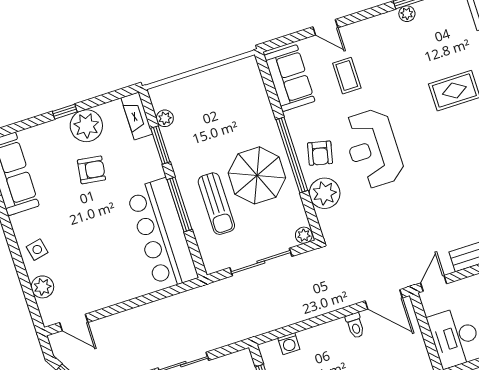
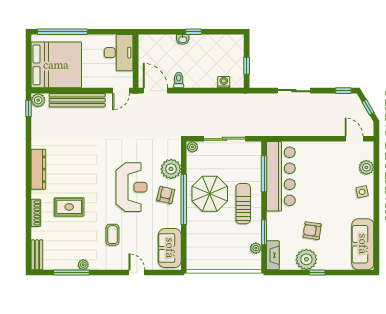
coffee table: (347, 76) -> (113, 235), moved
sun lounger: (216, 204) -> (243, 204), moved
window: (180, 205) -> (264, 174), moved

